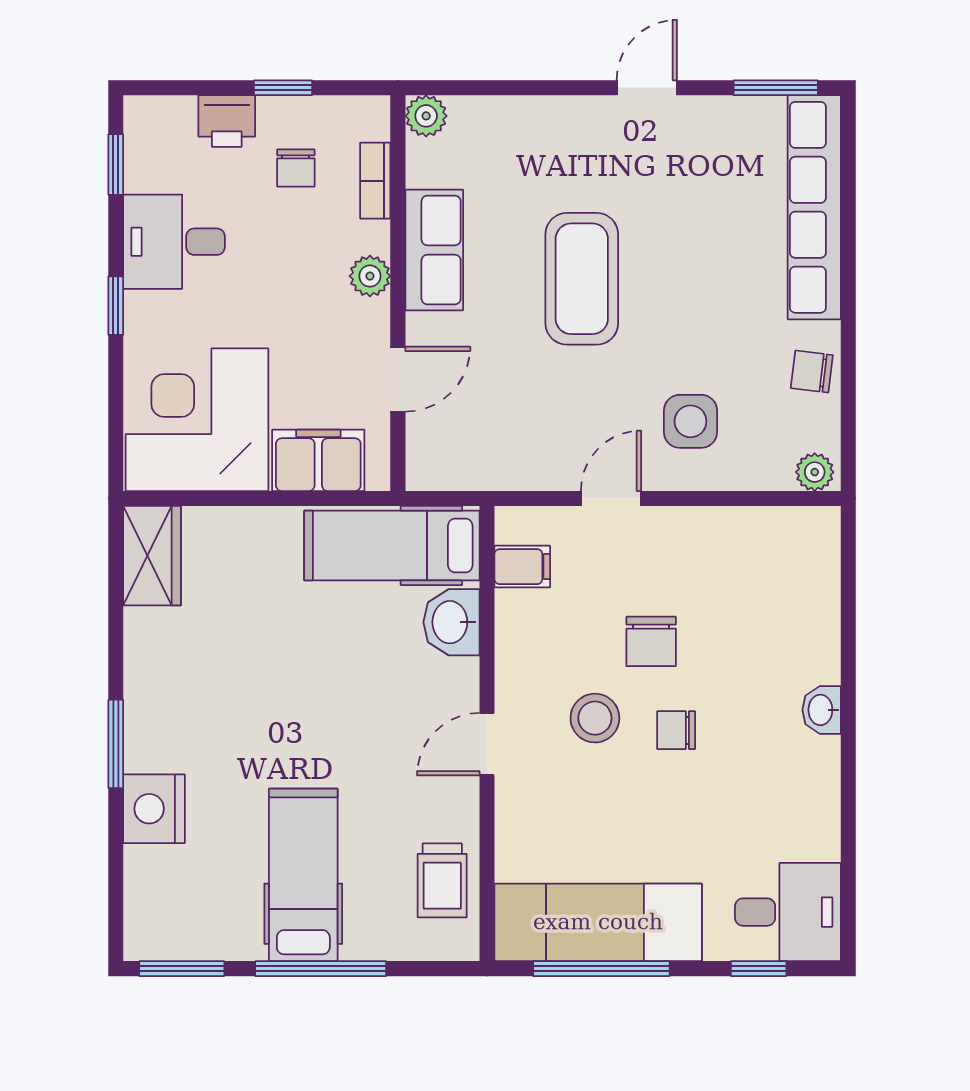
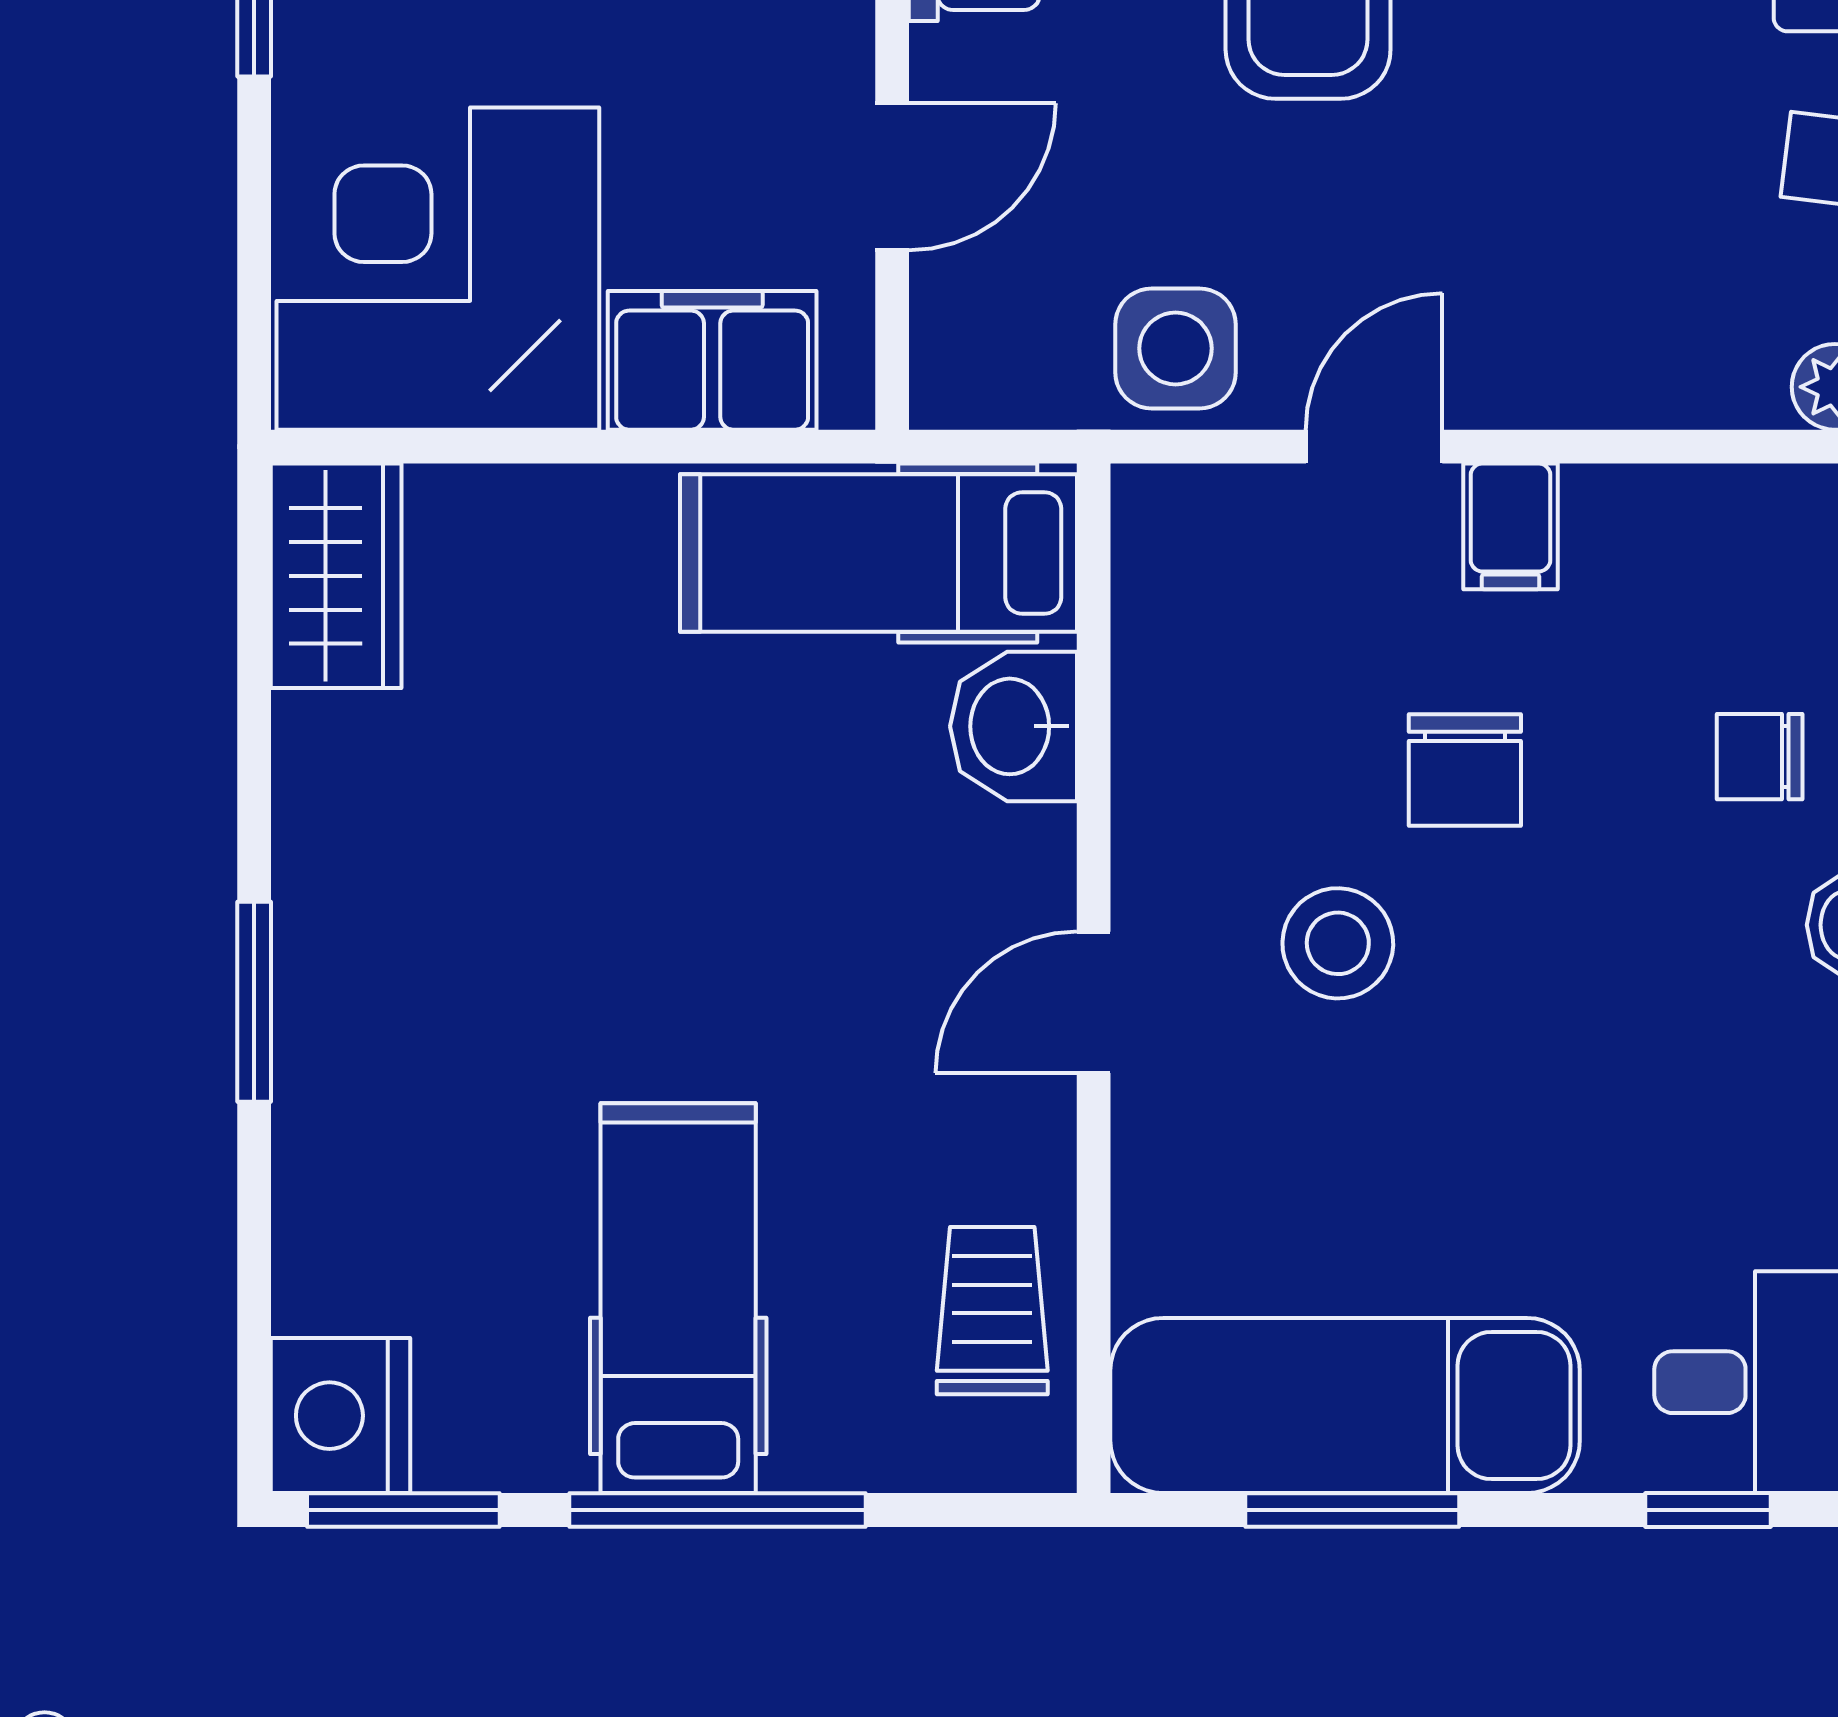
side table: (690, 421) -> (1176, 348), moved
filing cabinet: (522, 567) -> (1510, 526), moved, turned 90
chair: (676, 730) -> (1760, 757), moved
nightstand: (154, 809) -> (341, 1416), moved
trolley: (442, 880) -> (992, 1311), turned 180
window: (601, 969) -> (1352, 1510), width x0.69

